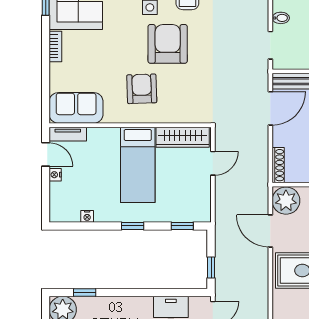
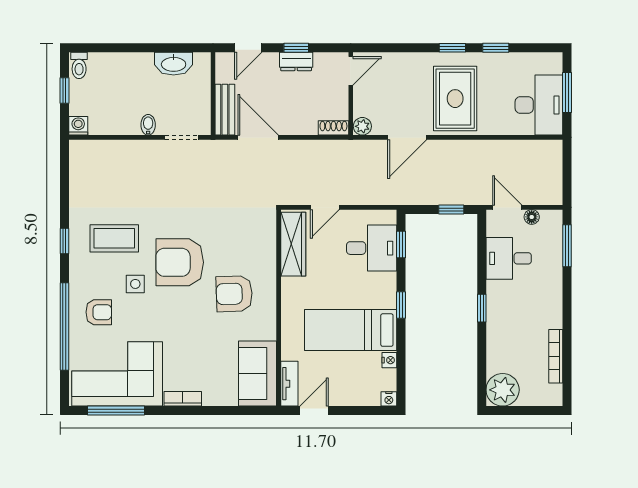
door: (213, 163) -> (325, 207), swing flipped
bed: (138, 165) -> (351, 330), moved, turned 180
shoe rack: (278, 165) -> (333, 128), width x0.70
nightstand: (55, 175) -> (389, 399), moved
plant: (286, 201) -> (362, 126), width x0.53, depth x0.53
desk: (179, 202) -> (372, 248), added
window: (85, 292) -> (482, 308), moved

